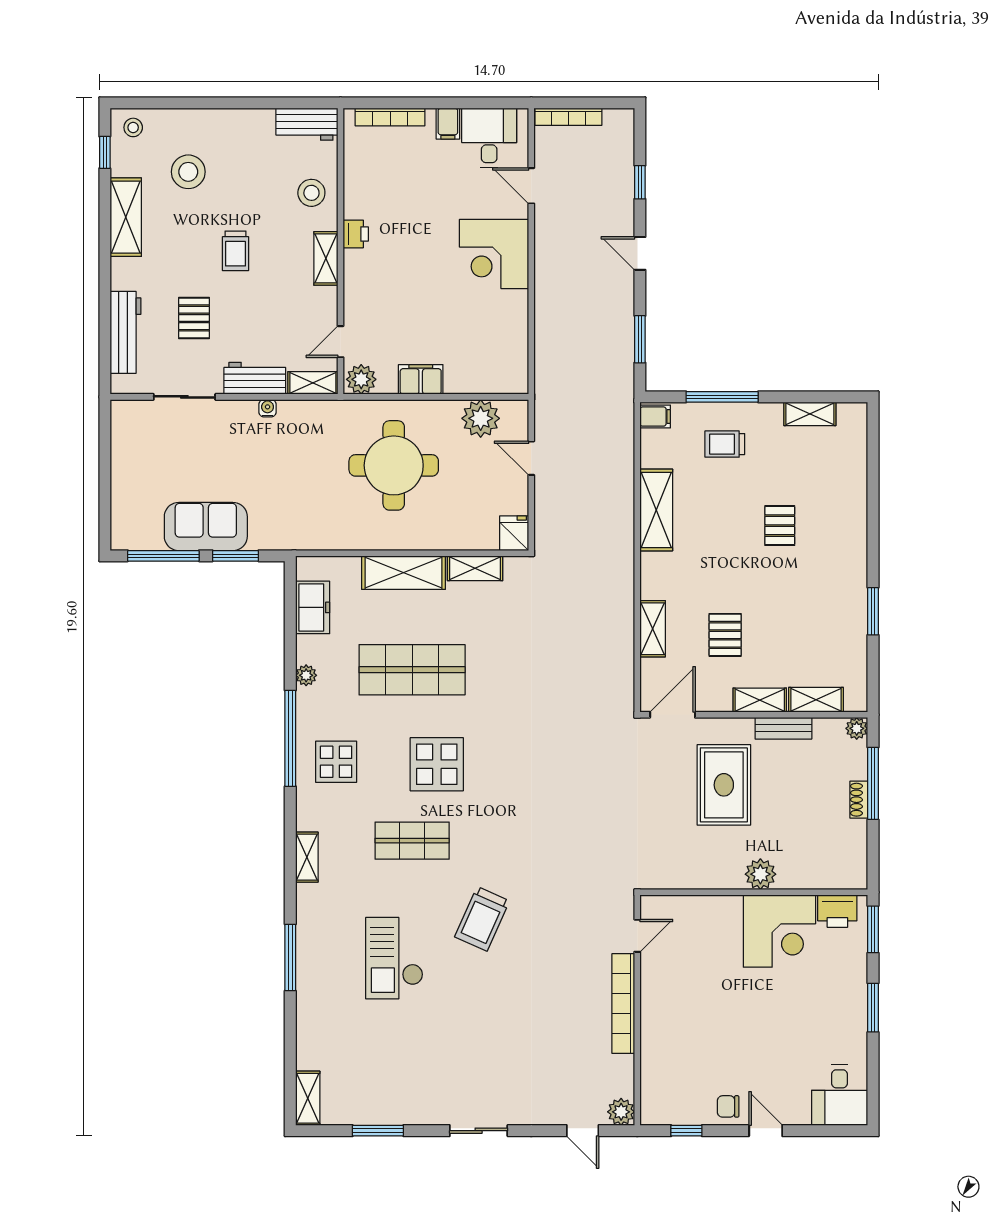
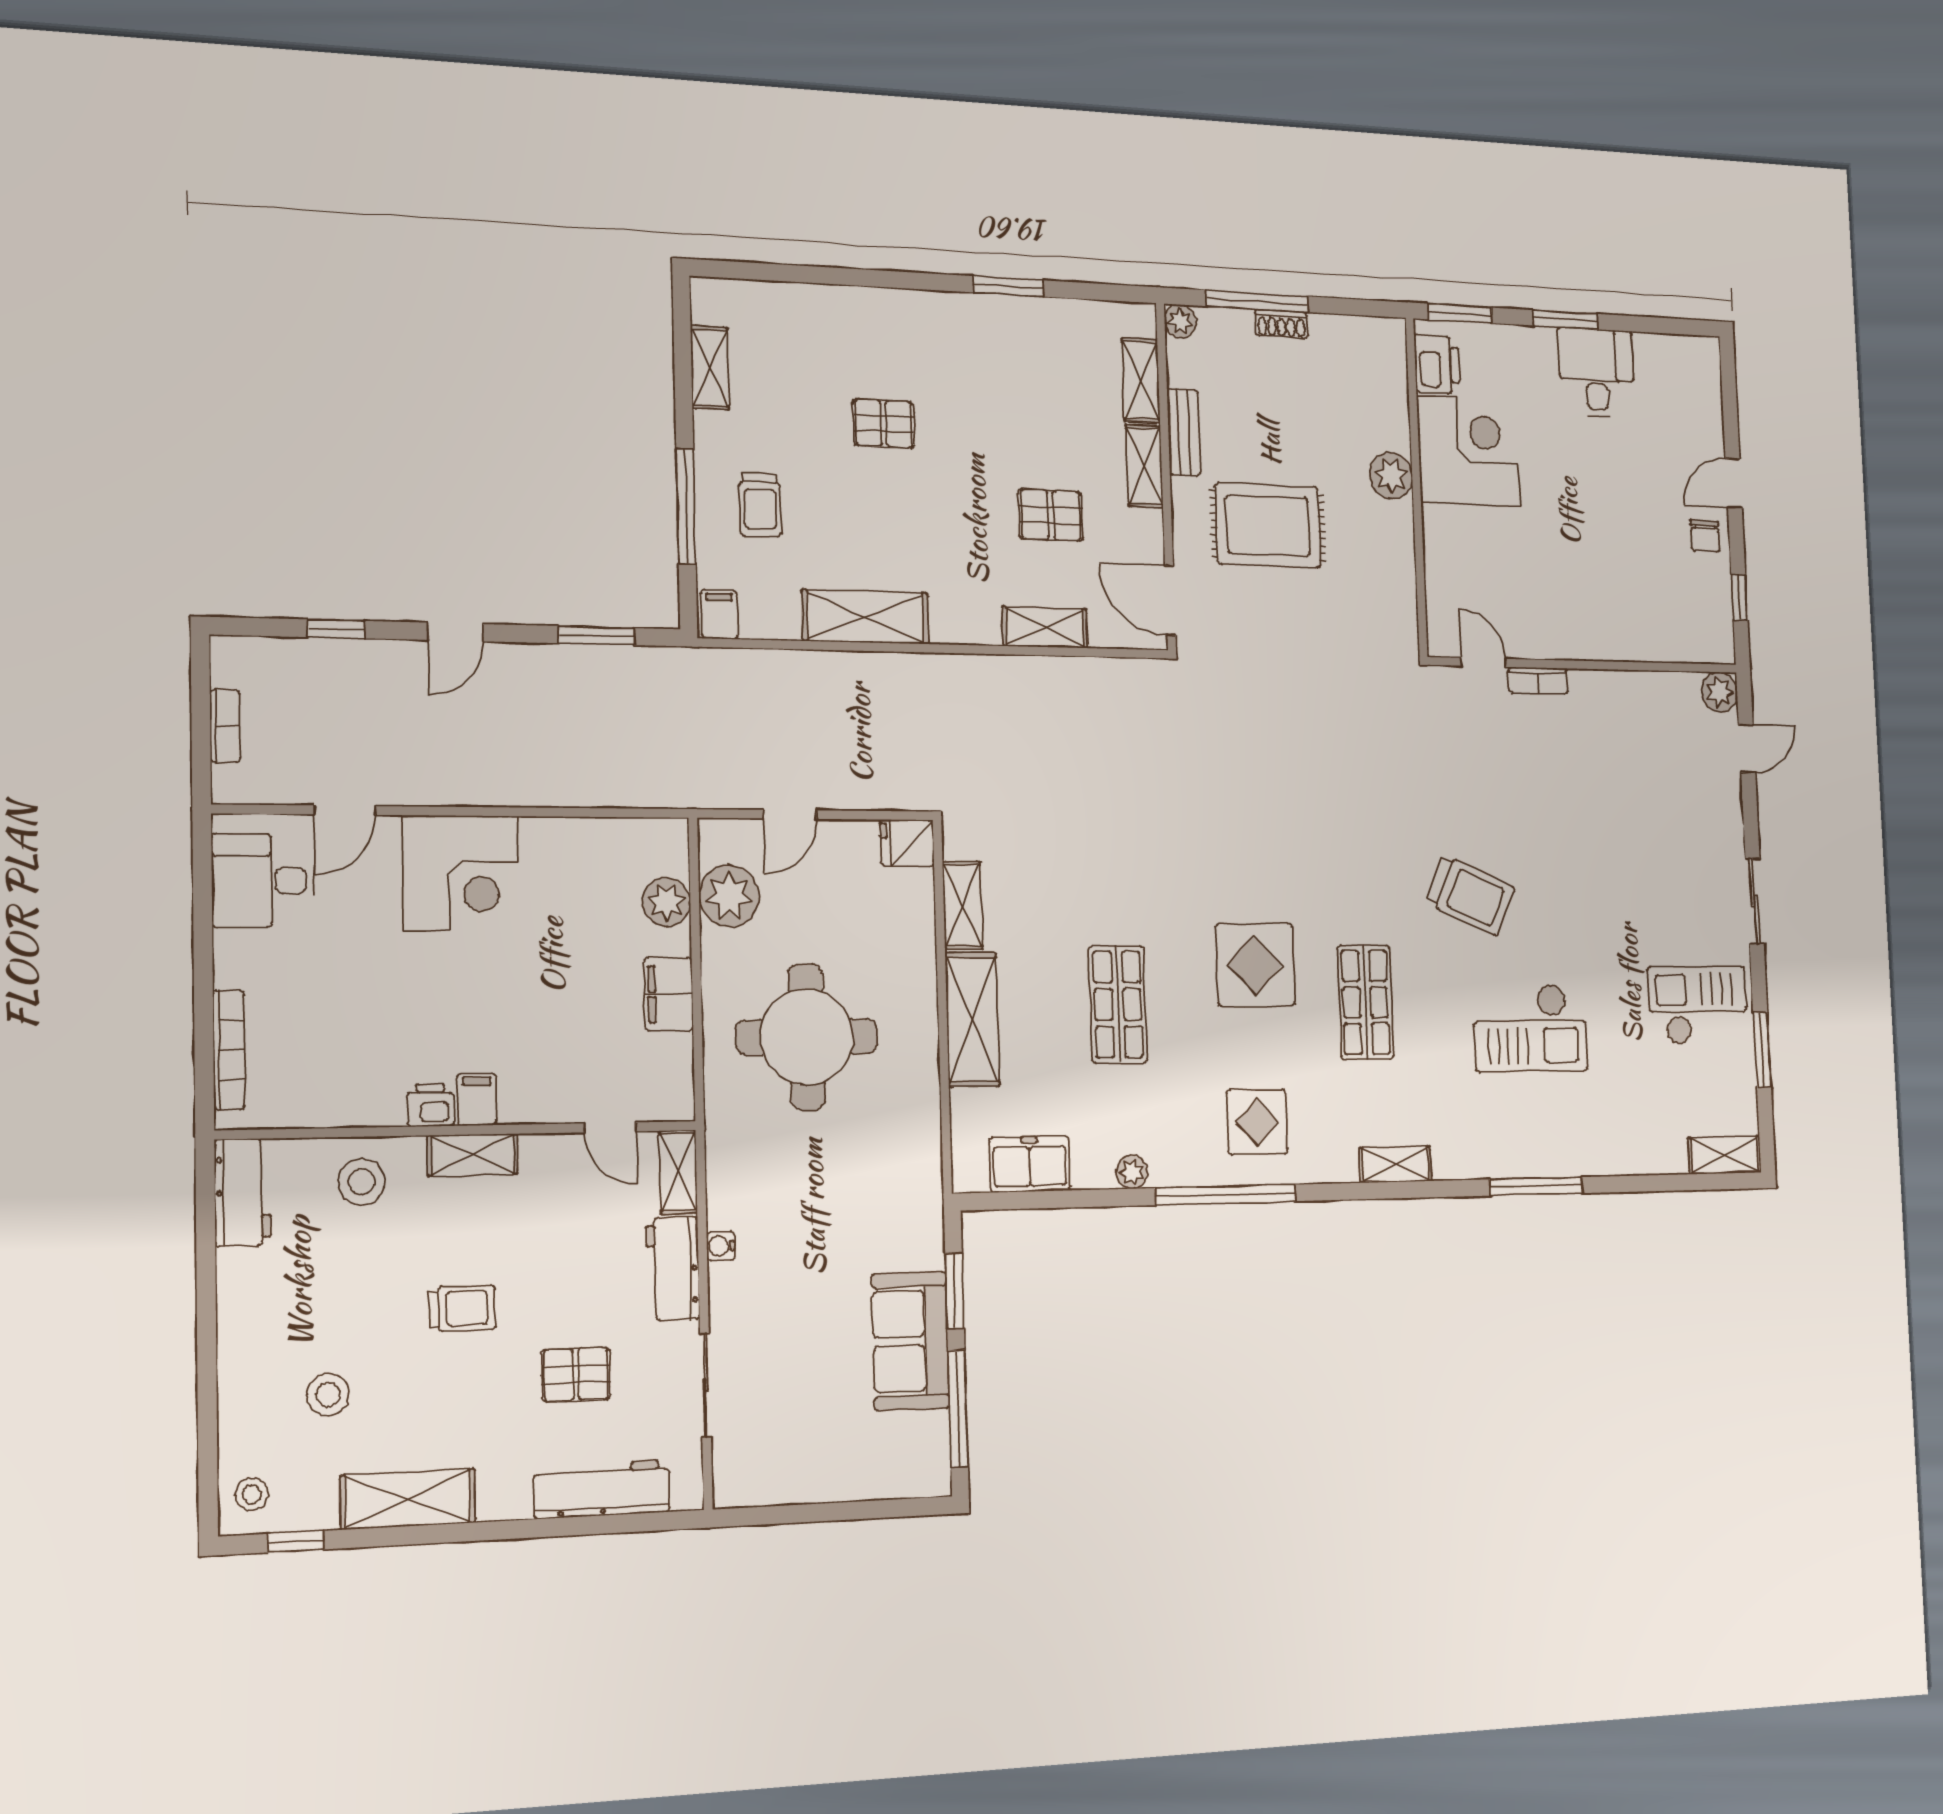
bookcase: (568, 117) -> (225, 726), width x0.64
filing cabinet: (448, 124) -> (477, 1099), moved, turned -90
stool: (188, 172) -> (328, 1395), width x0.73, depth x0.73
plant: (361, 379) -> (667, 902), moved
shop shelf: (412, 670) -> (1118, 1004), width x0.70, depth x0.74
bookcase: (623, 1004) -> (1538, 680), width x0.43, depth x0.76
checkout: (408, 1083) -> (1698, 1005), added
desk: (840, 1095) -> (1596, 373), moved, turned -90

